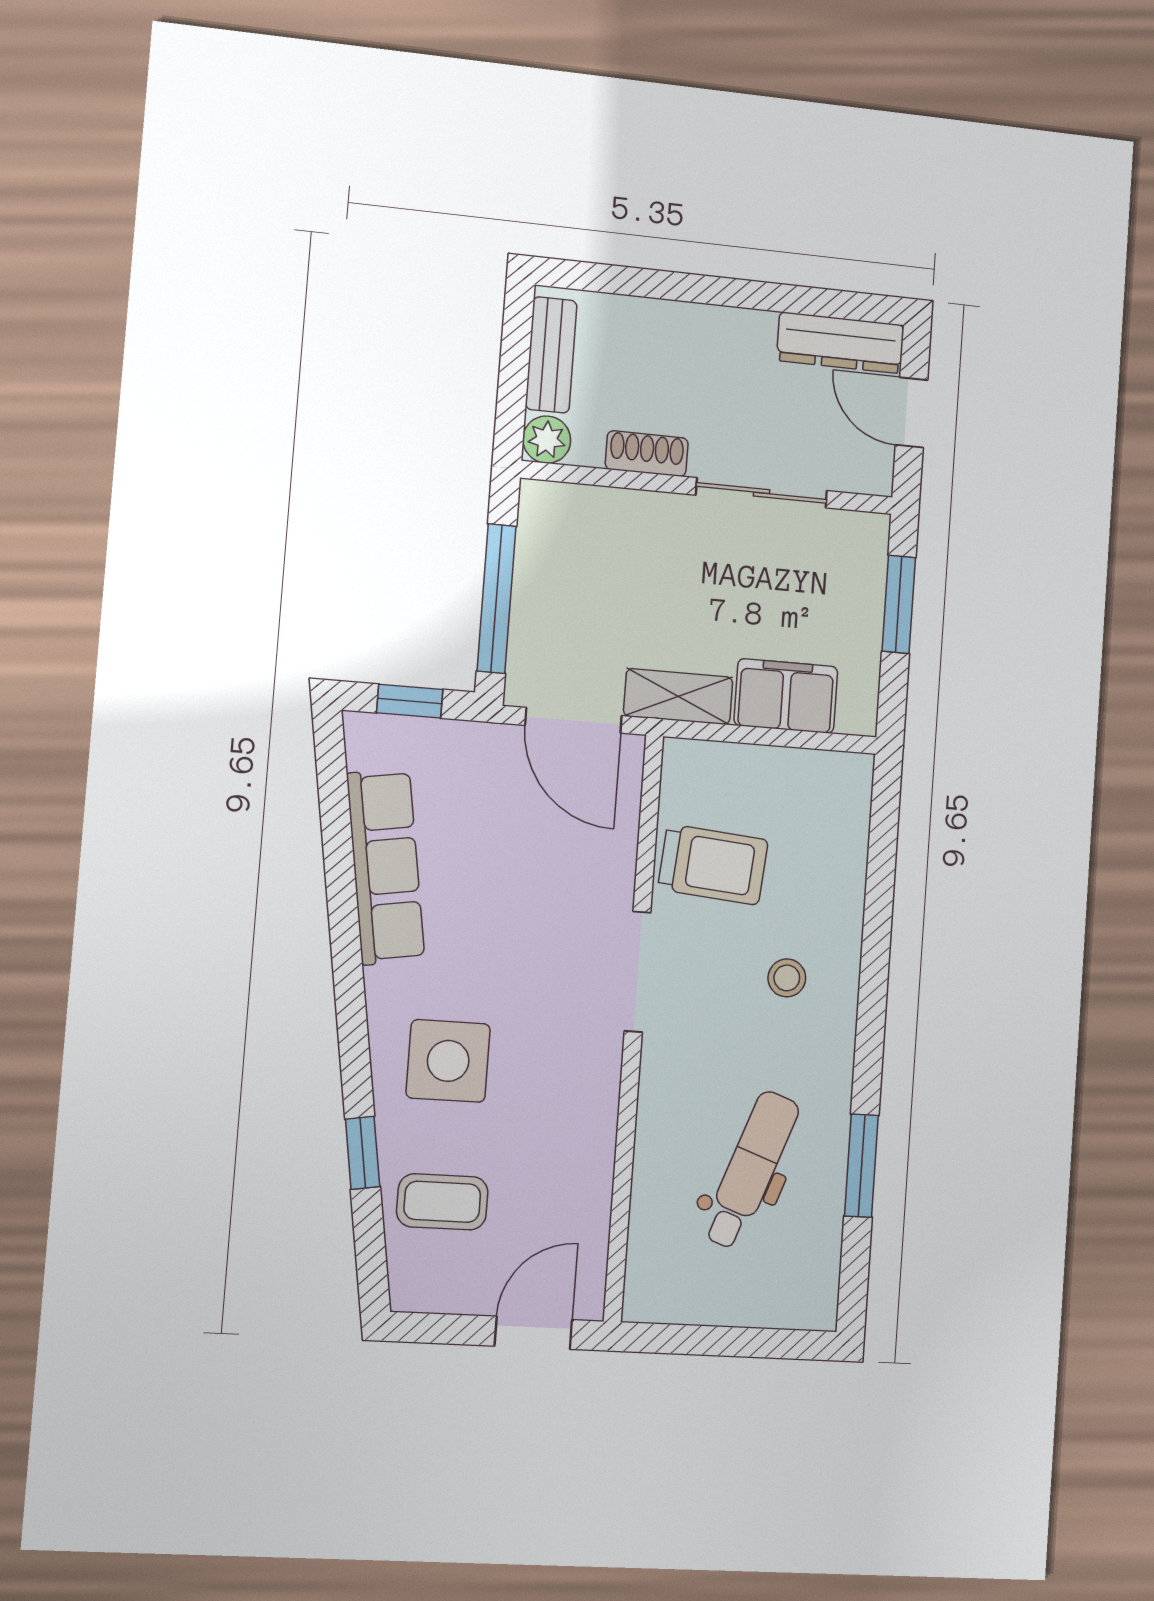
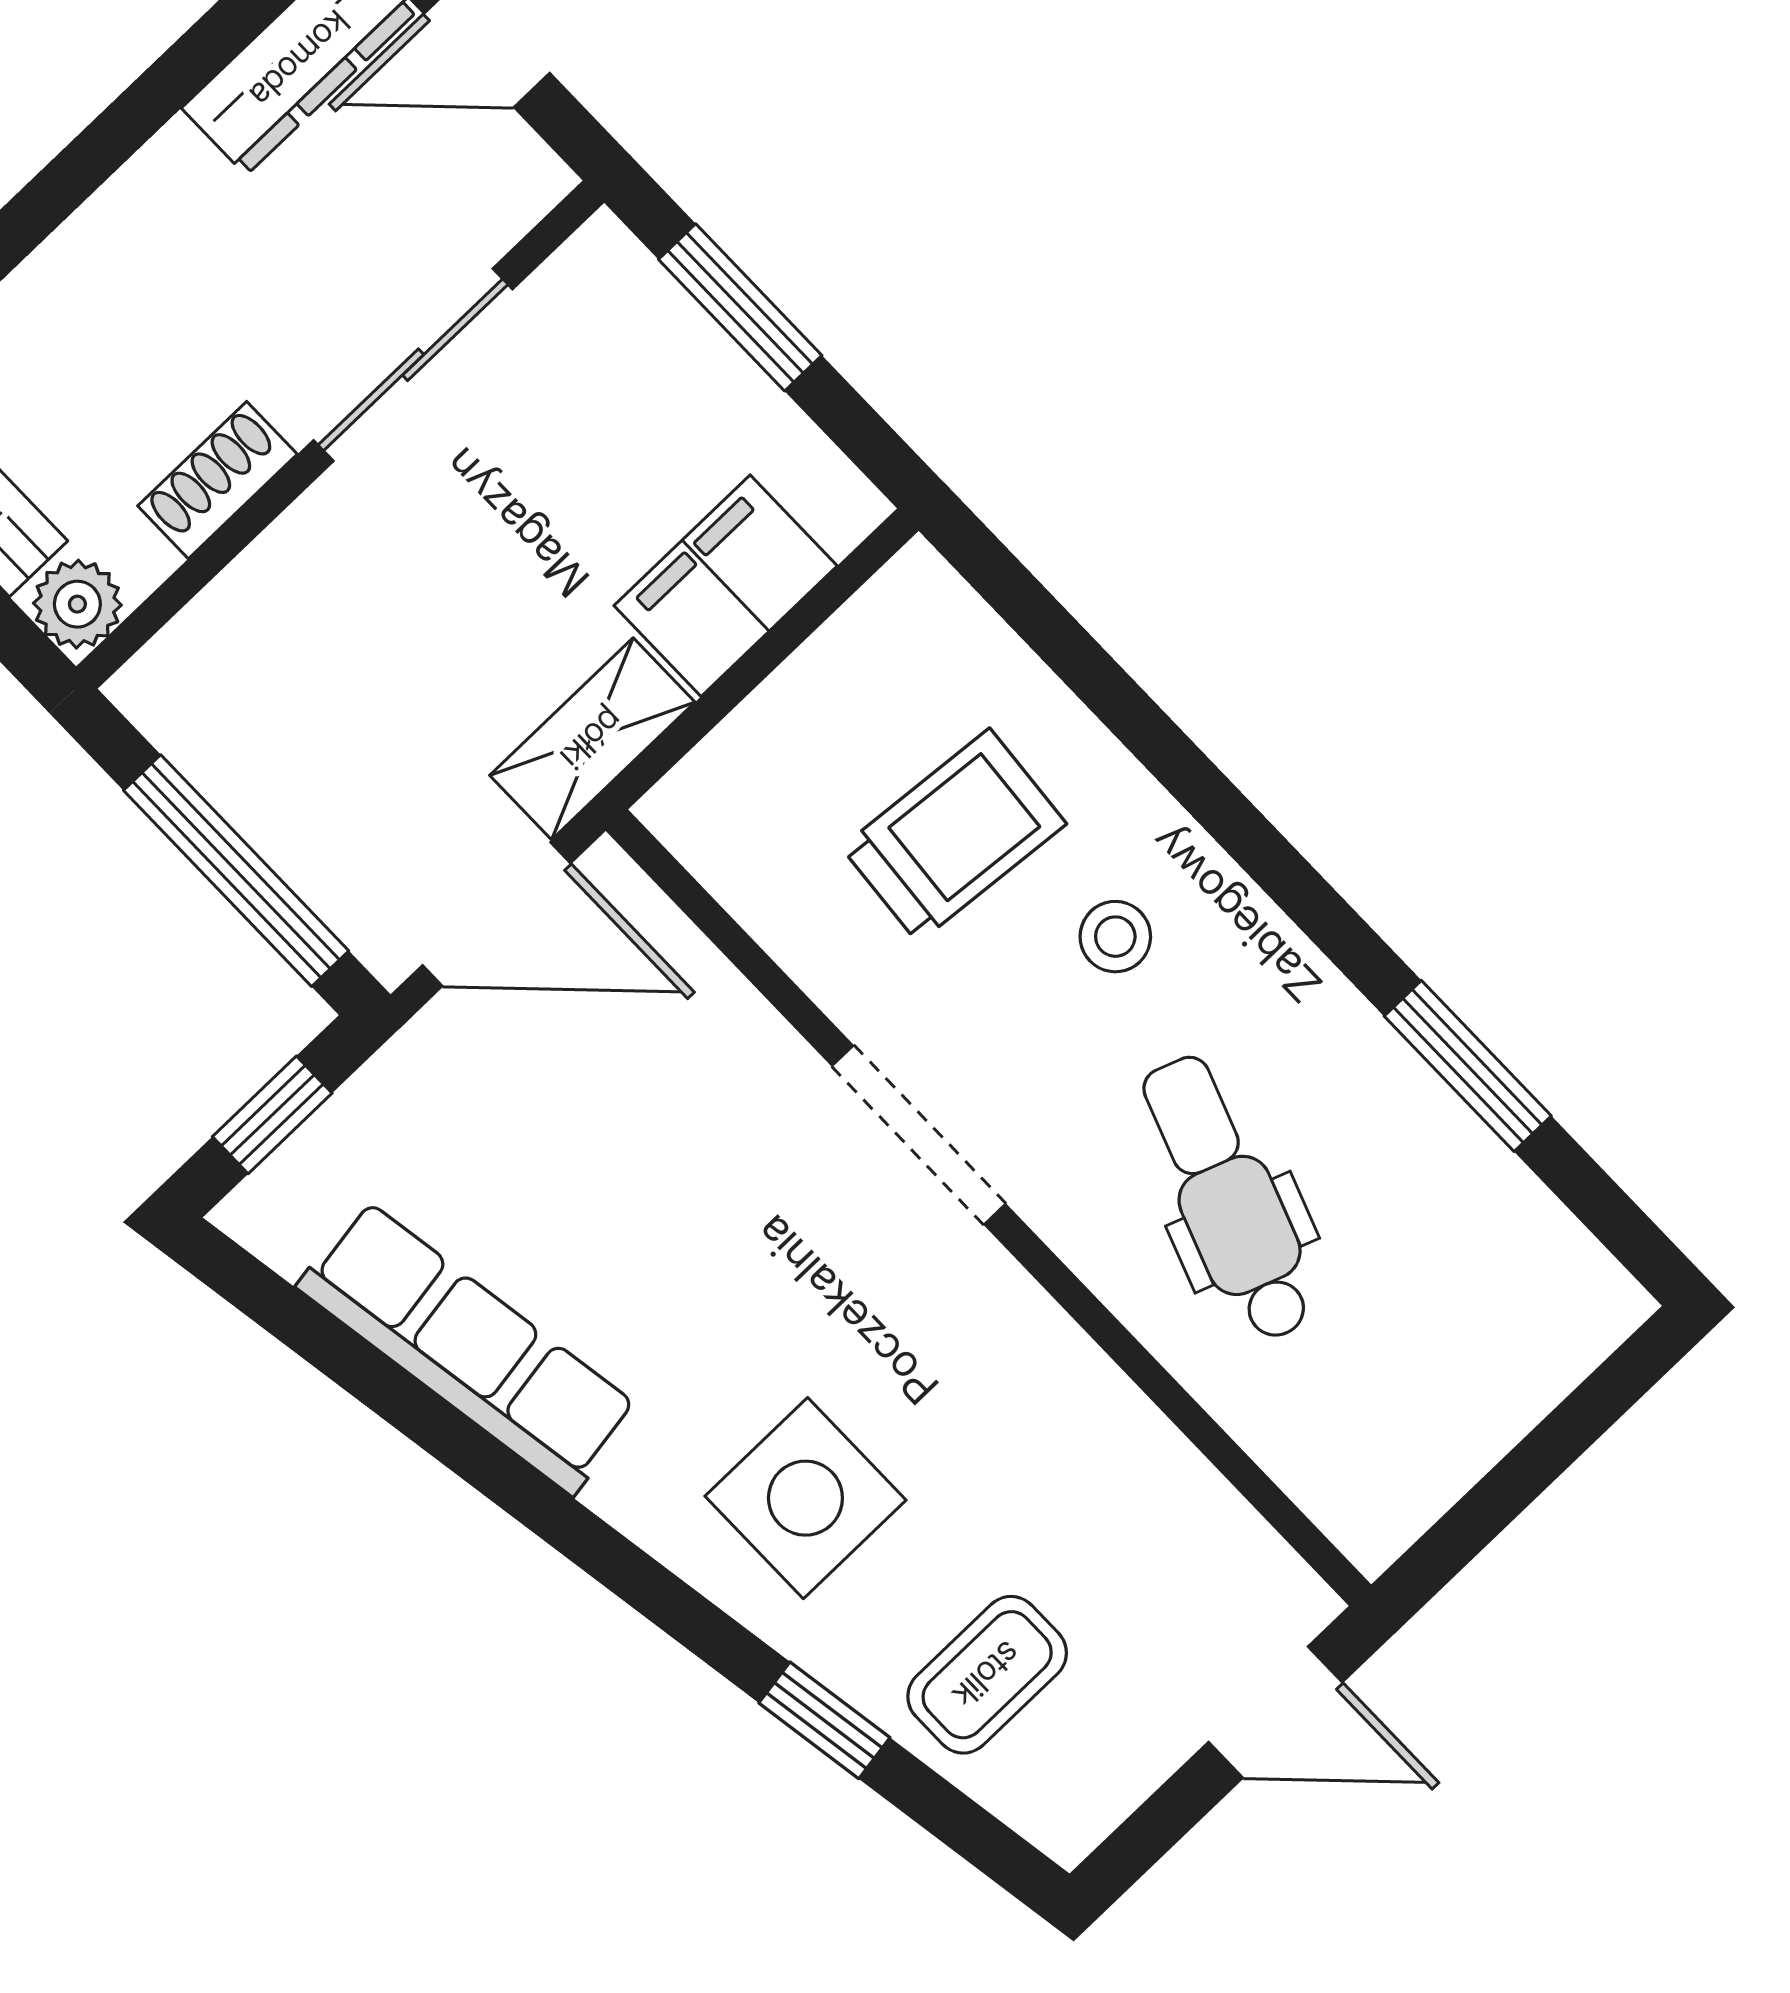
trolley: (713, 864) -> (954, 836), moved
dental chair: (751, 1170) -> (1228, 1199), moved
door: (533, 1333) -> (1275, 1712), swing flipped

